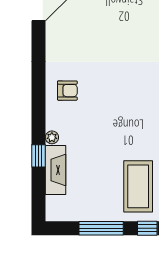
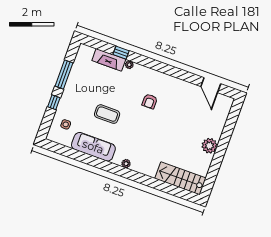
armchair: (67, 91) -> (150, 101), moved
coffee table: (138, 186) -> (107, 114), moved, width x0.73, depth x0.76

